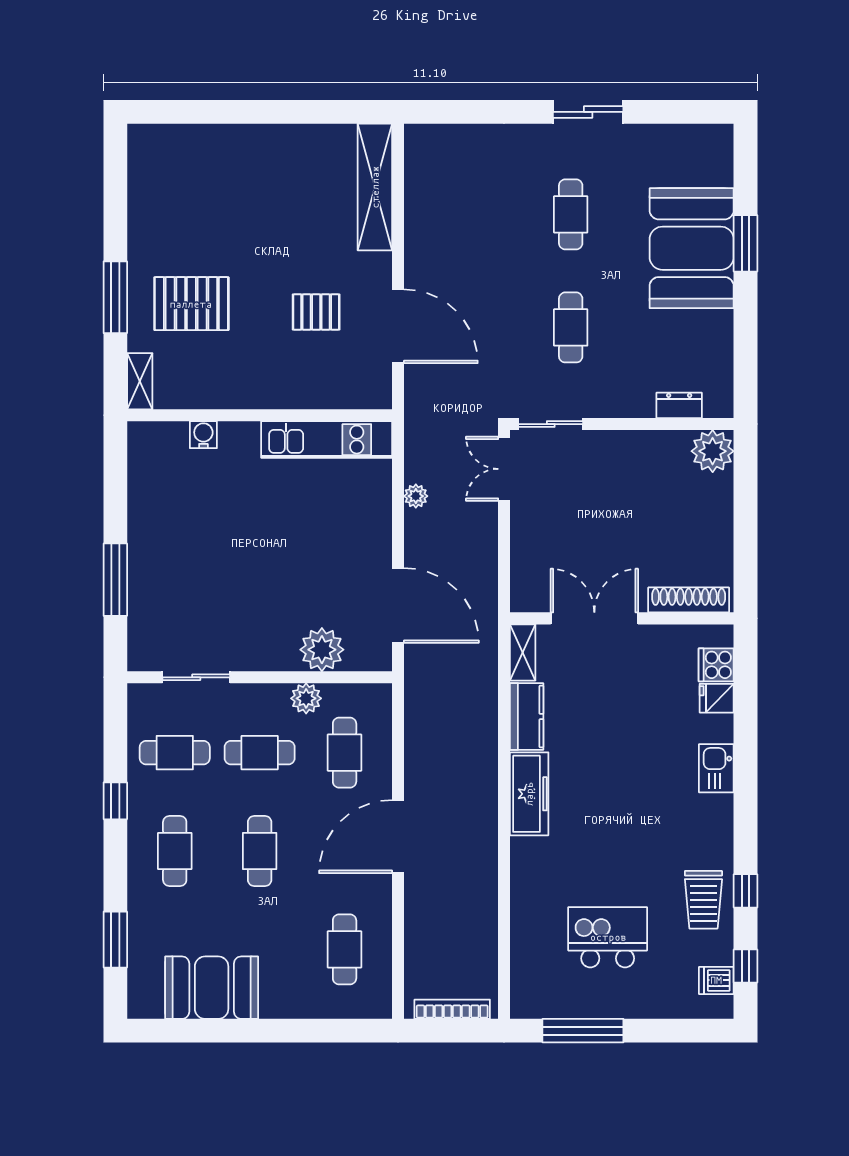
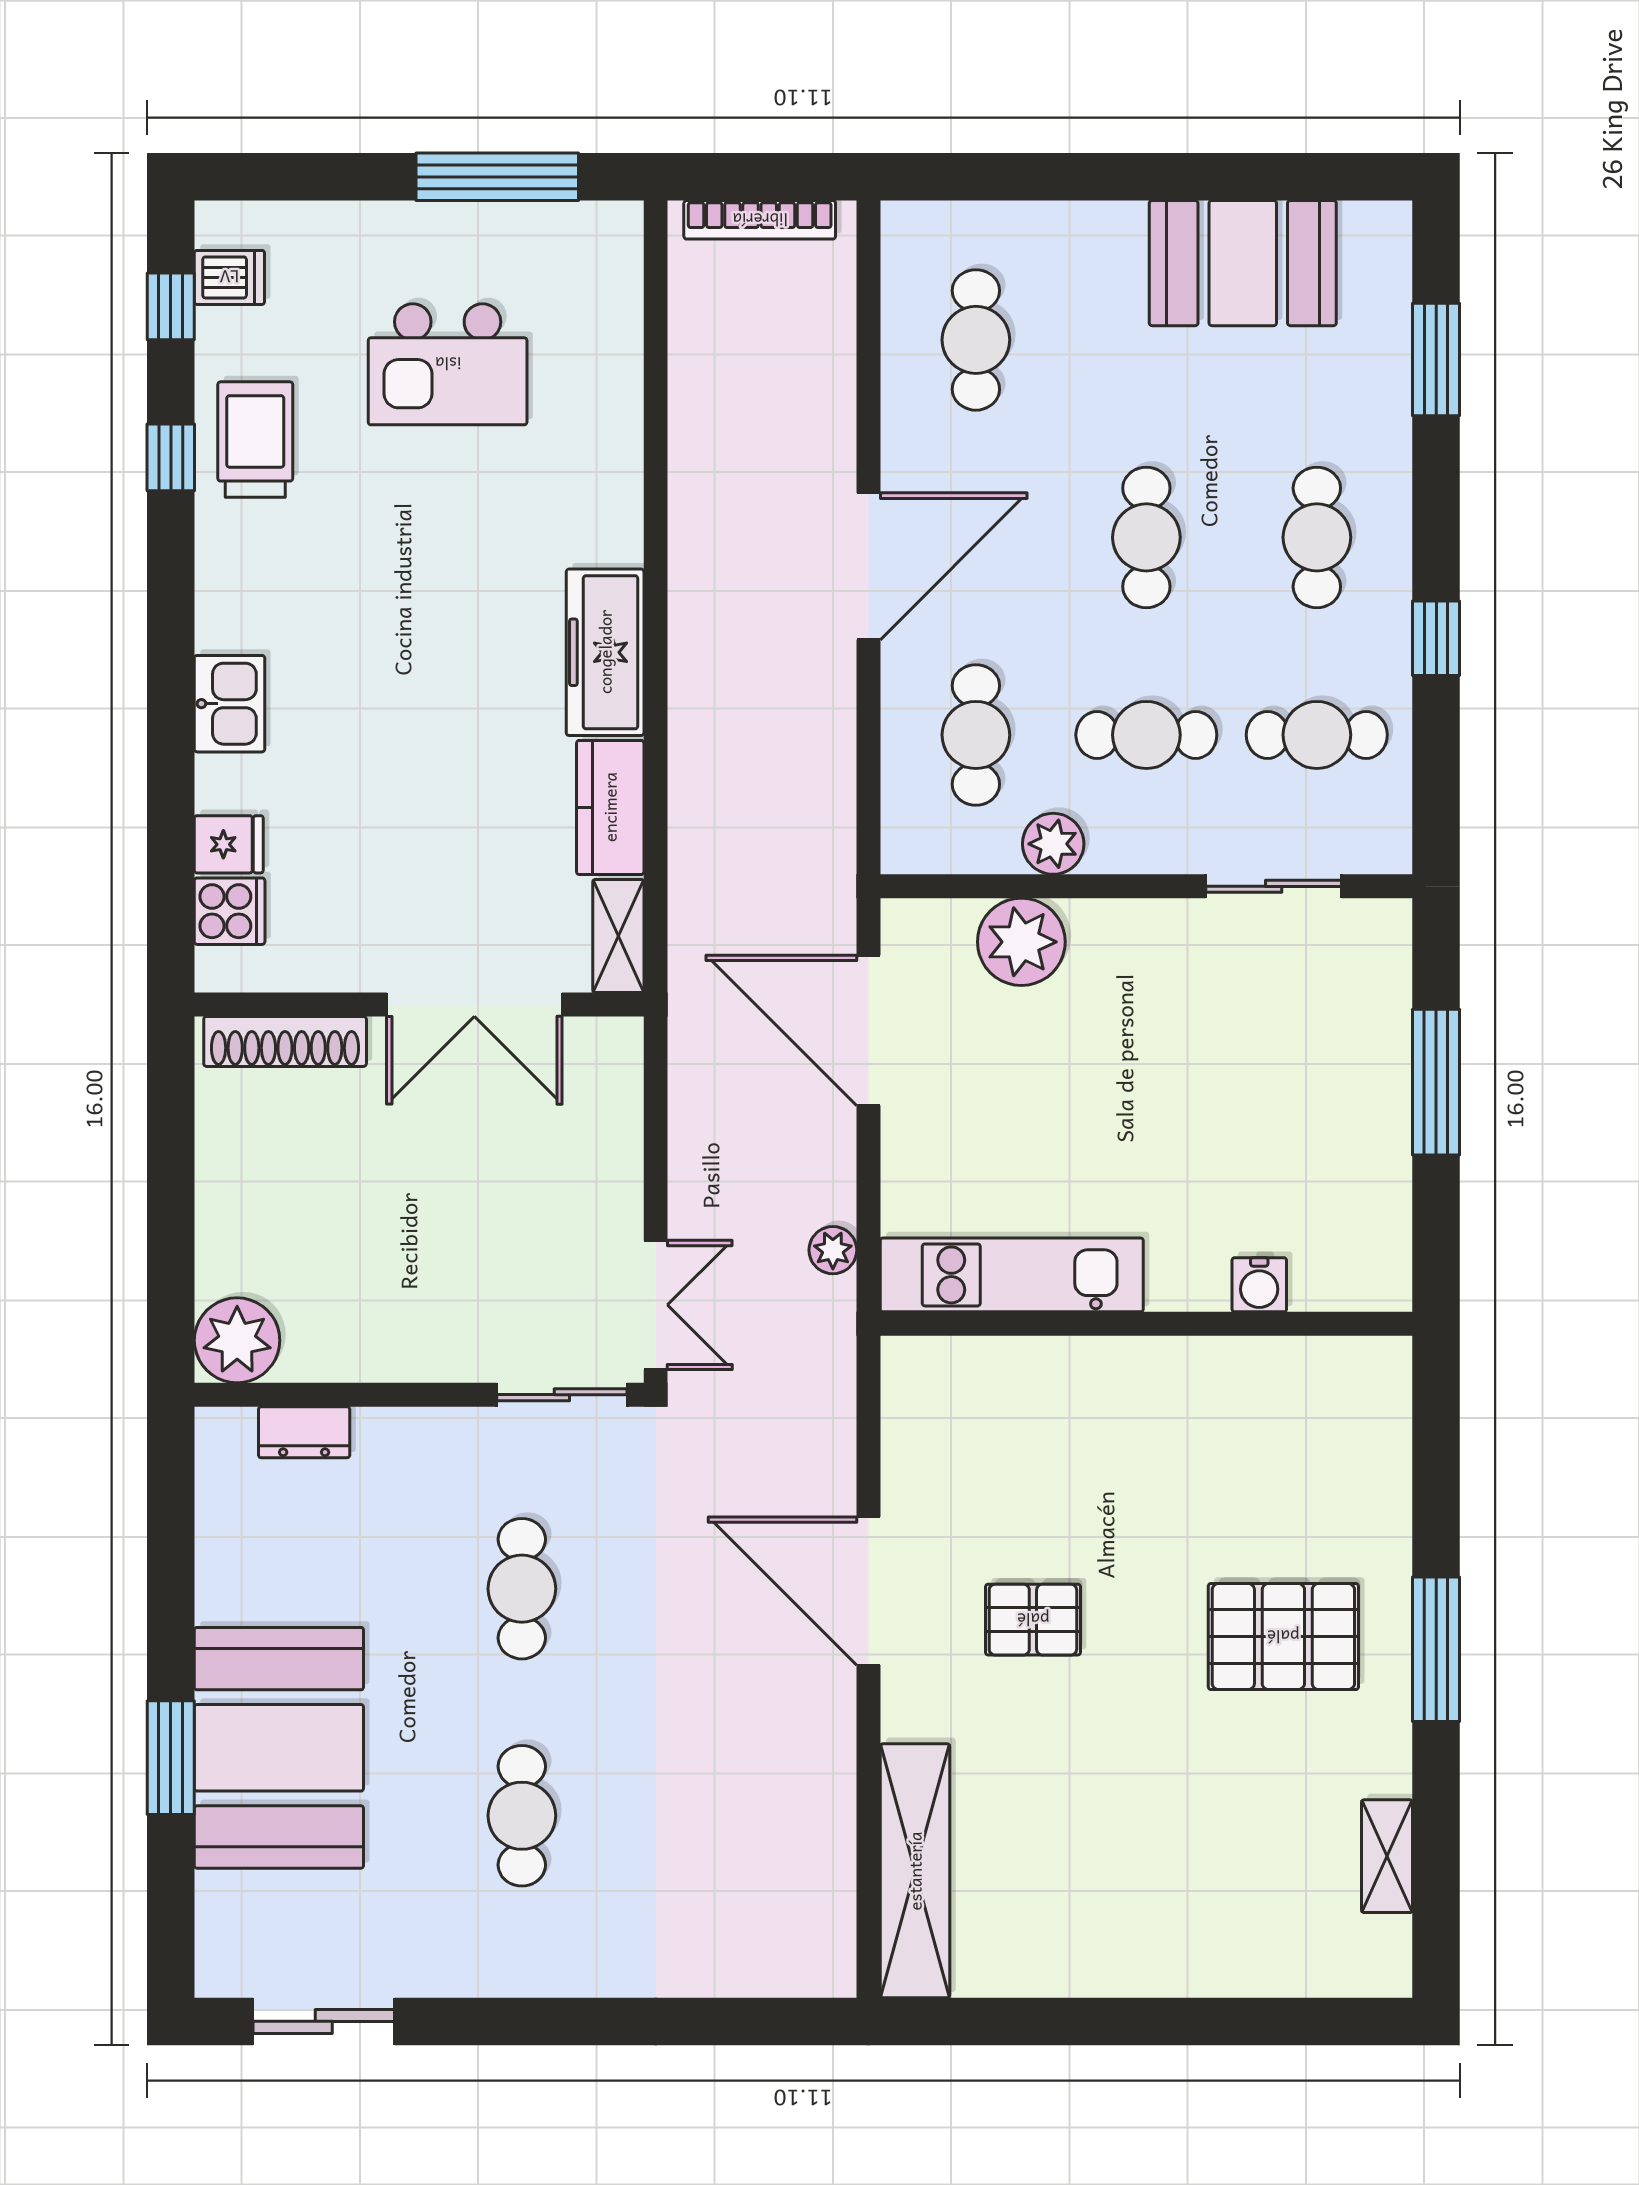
sliding door: (588, 112) -> (324, 2021), moved
shelving: (140, 381) -> (1387, 1856), moved
wall: (260, 415) -> (1146, 1324), moved
water cooler: (203, 435) -> (1259, 1285), moved
kitchen unit: (327, 440) -> (1012, 1275), moved

